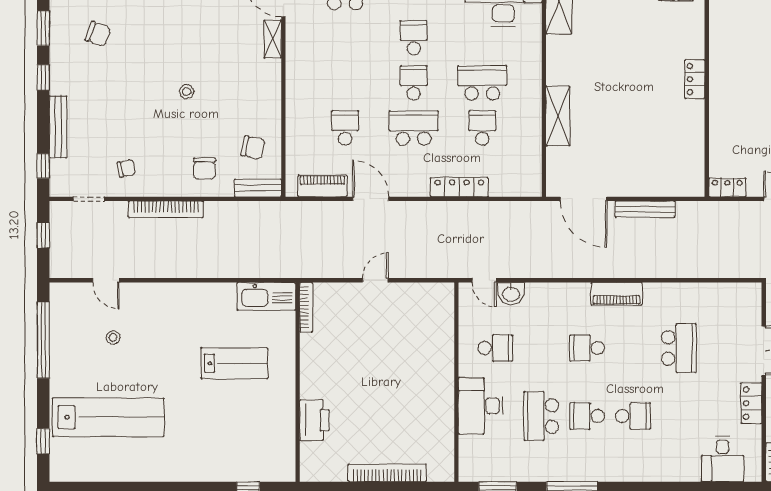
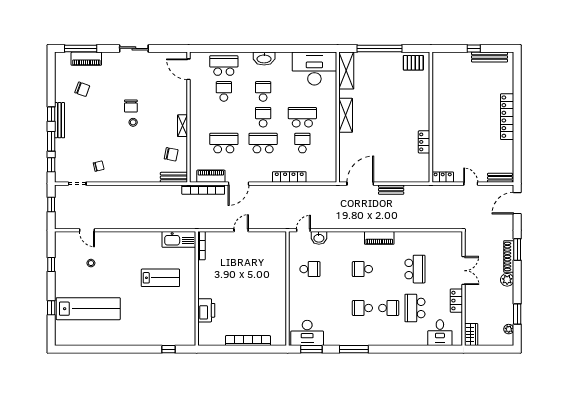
window: (43, 28) -> (51, 141), moved
school desk: (345, 38) -> (224, 91), added
shelving: (273, 39) -> (182, 126), moved
locker: (695, 79) -> (424, 142), moved
shelving: (558, 116) -> (346, 115), moved
bench: (58, 127) -> (60, 120), moved
school desk: (345, 128) -> (224, 143), width x1.85
chair: (204, 169) -> (131, 106), moved
door: (371, 199) -> (238, 184), swing flipped
door: (584, 199) -> (360, 184), swing flipped
bookcase: (166, 209) -> (203, 190), moved
bench: (645, 209) -> (391, 190), width x0.73
door: (484, 280) -> (303, 230), swing flipped
window: (43, 340) -> (51, 265), width x0.32
desk: (481, 406) -> (307, 333), moved, turned -90
school desk: (541, 416) -> (415, 308), moved
window: (43, 441) -> (51, 308), moved

